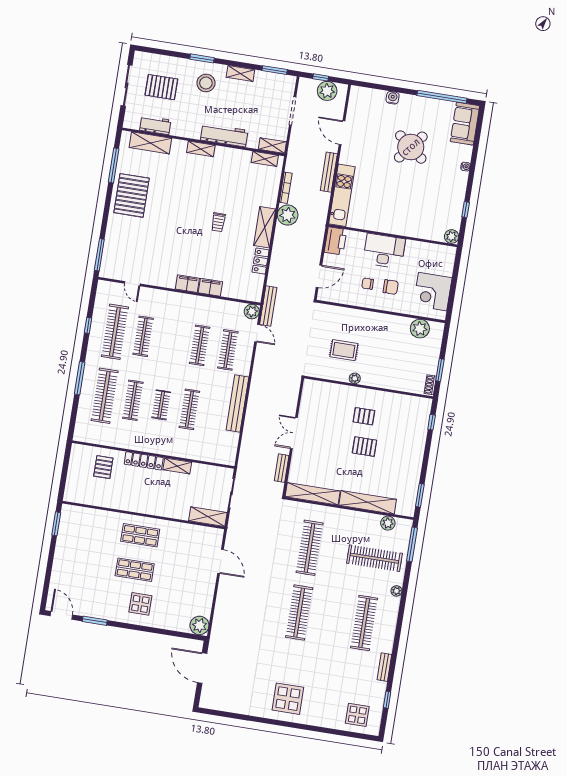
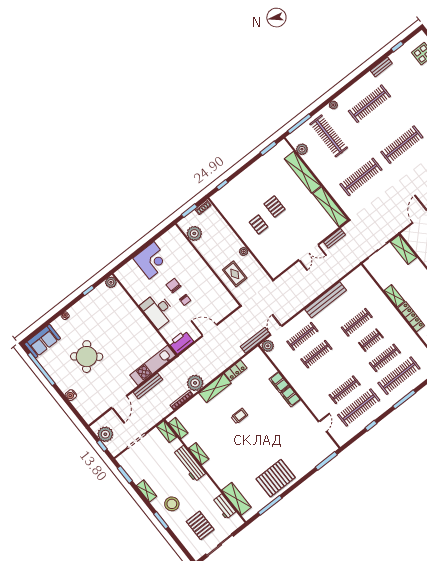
shelving: (201, 149) -> (199, 454), moved
wall: (381, 311) -> (208, 264), moved
plant: (420, 329) -> (194, 233), moved

